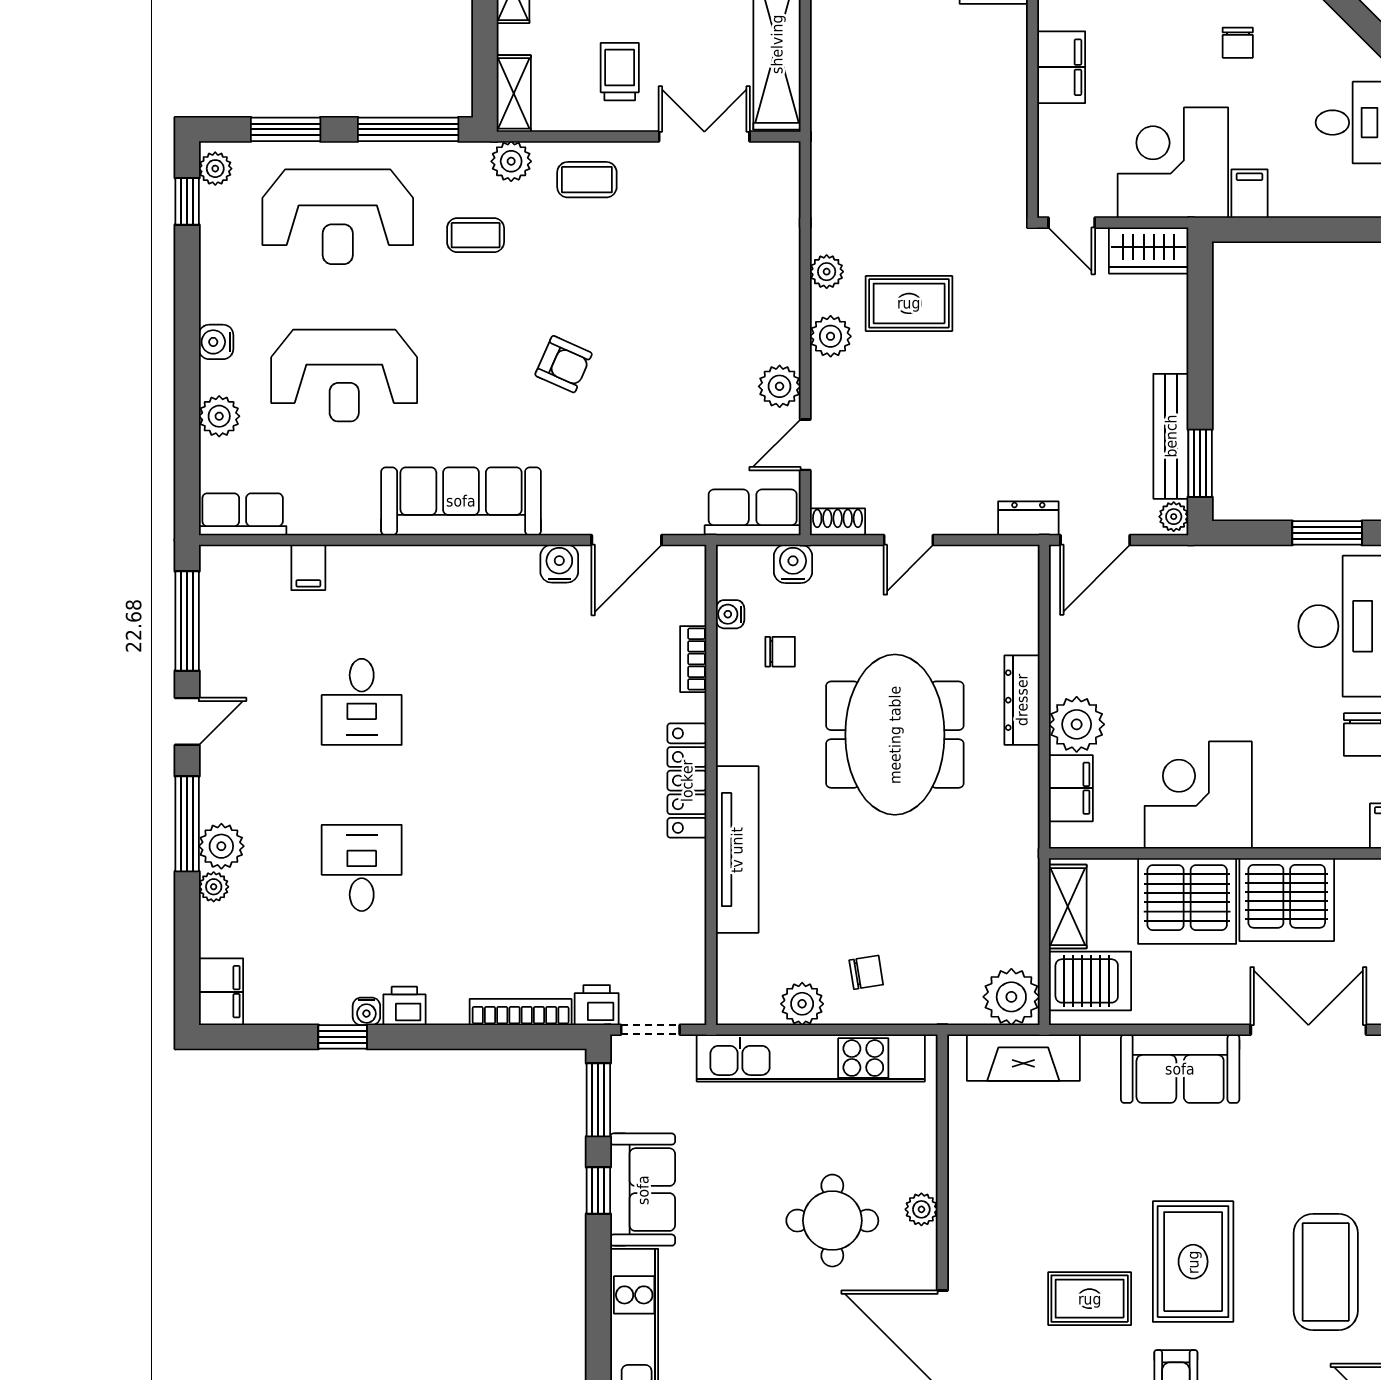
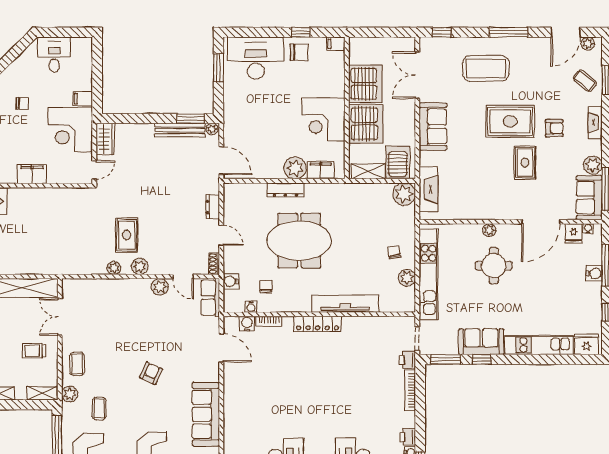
dresser: (1028, 518) -> (213, 207), moved
water cooler: (559, 564) -> (247, 324), moved, turned 90
coffee table: (1326, 1272) -> (486, 68), moved

